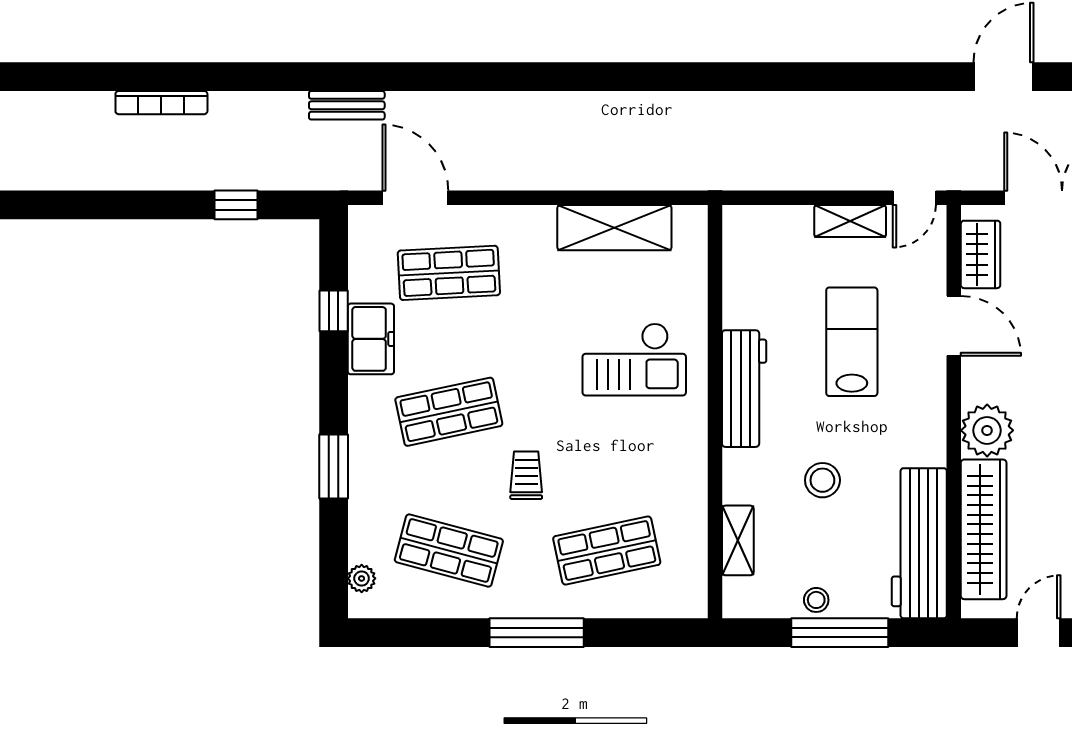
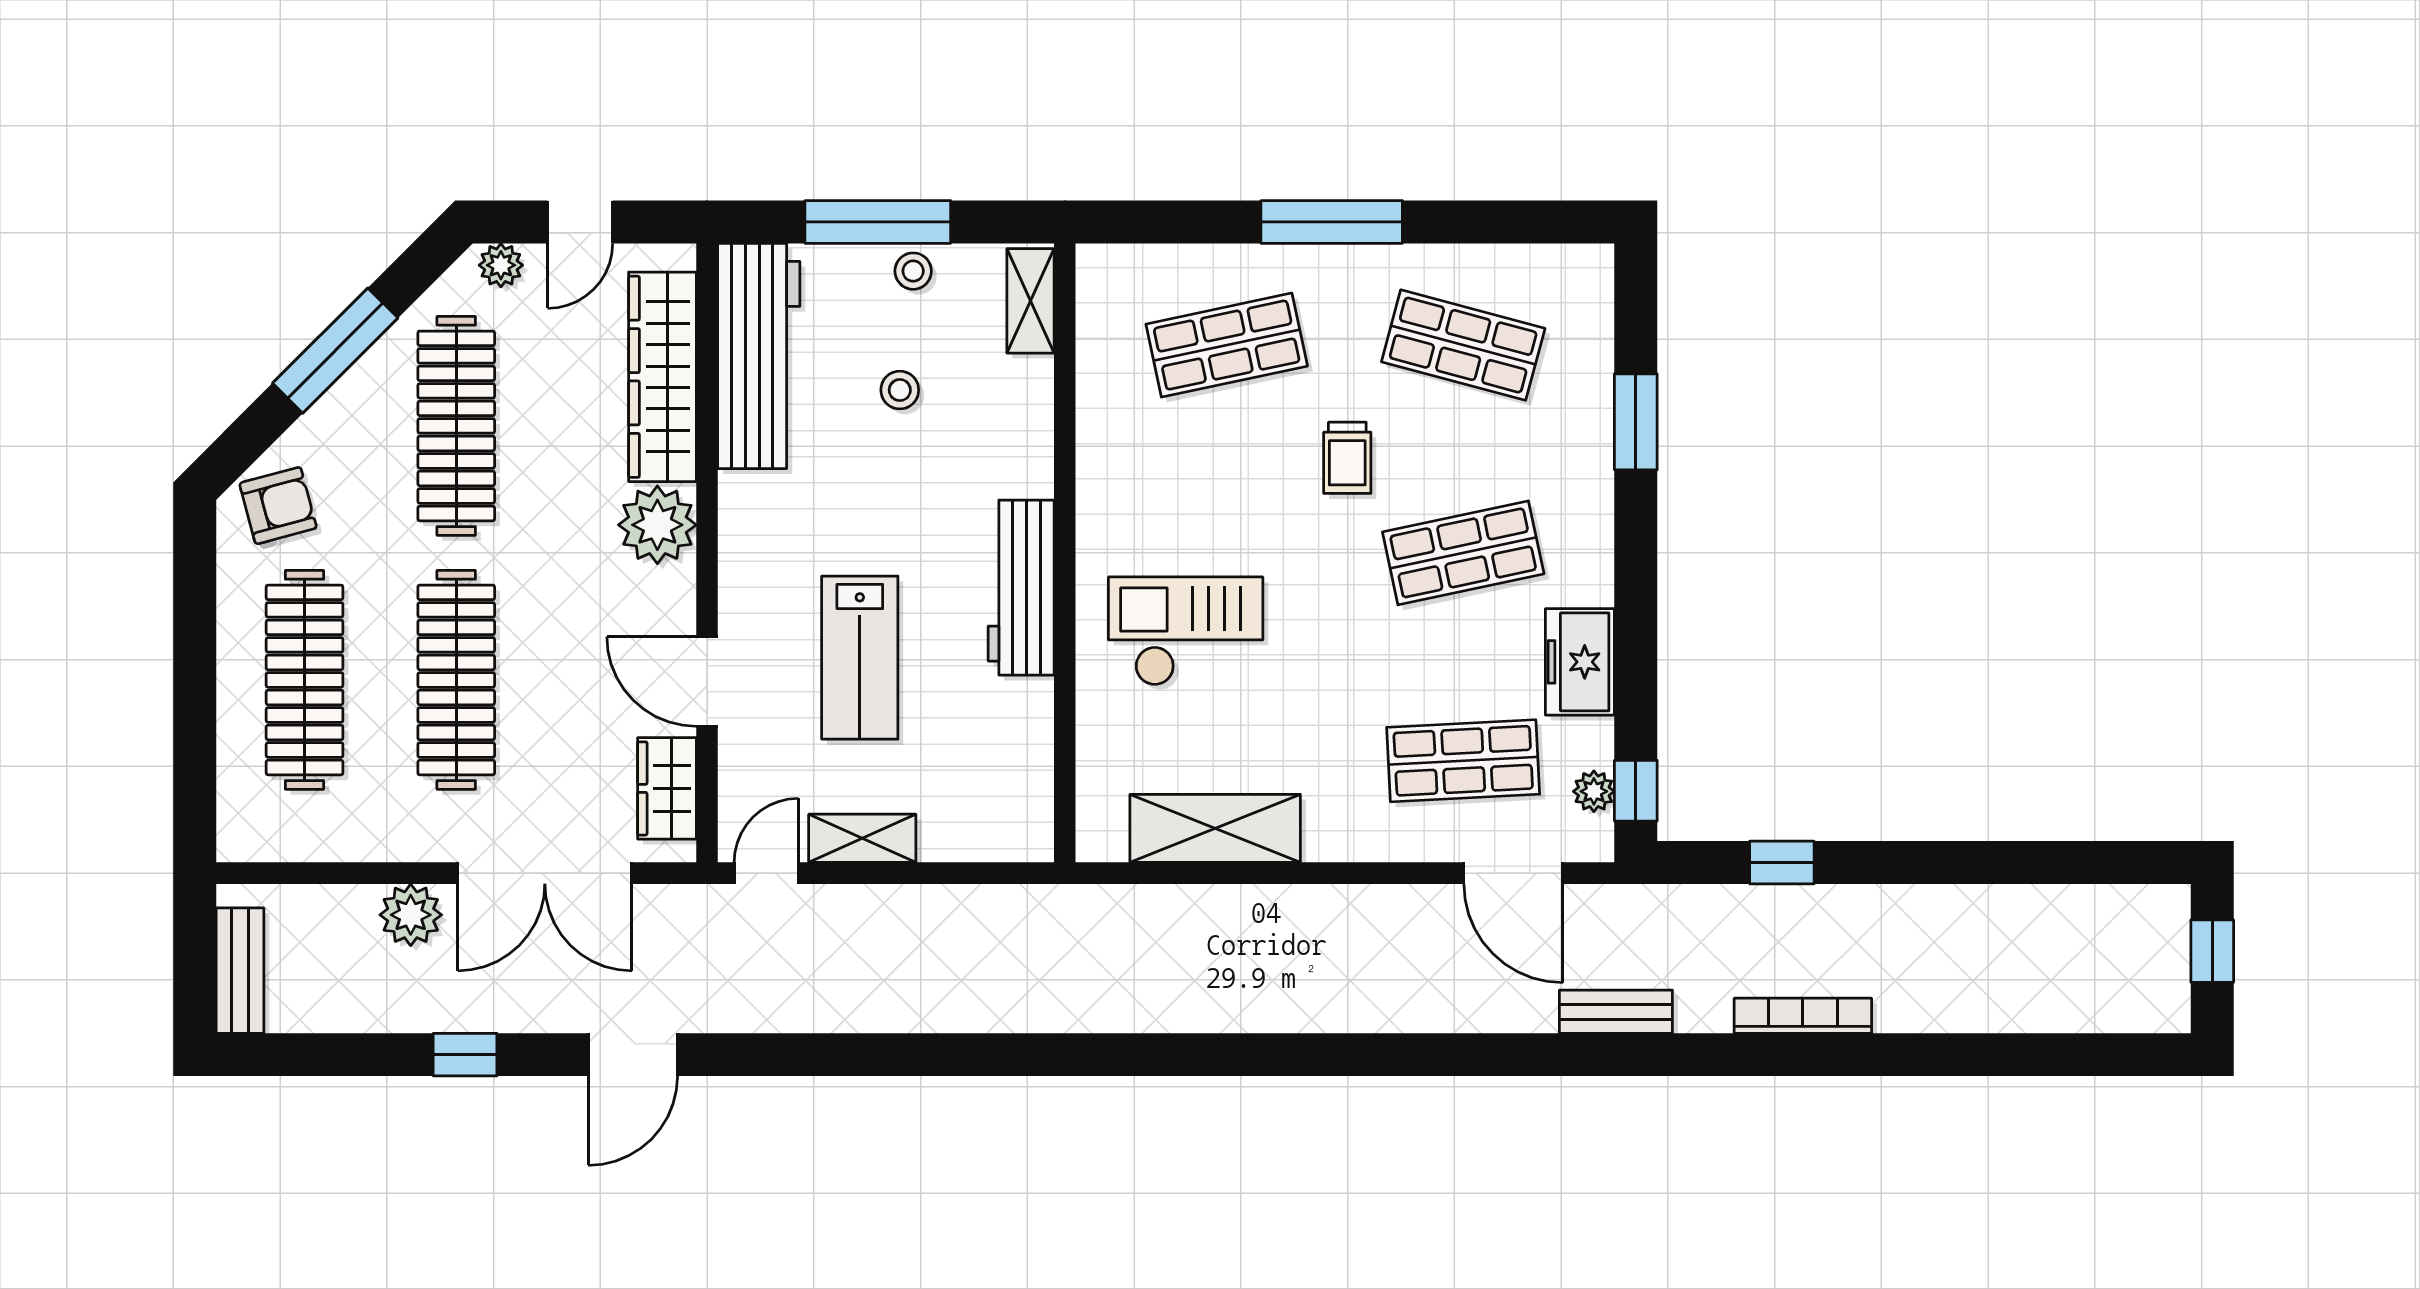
bookcase: (161, 103) -> (1803, 1016), moved
window: (334, 311) -> (1636, 791), moved
window: (334, 466) -> (1636, 422), moved
stool: (822, 480) -> (900, 390), moved, width x0.73, depth x0.73
shelving: (738, 540) -> (1030, 301), moved
plant: (362, 578) -> (1594, 791), moved

